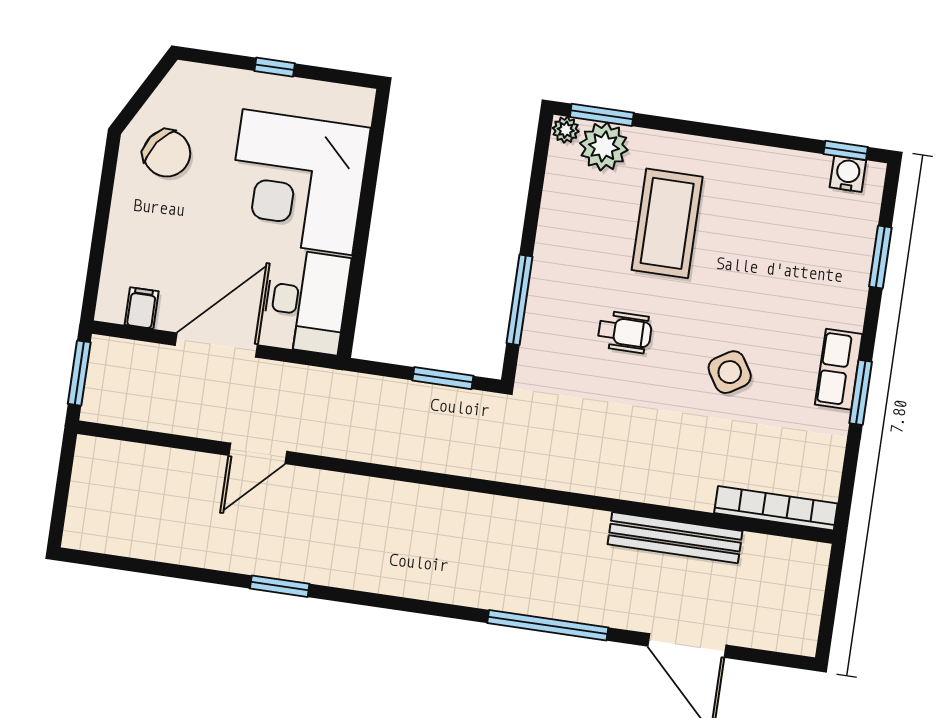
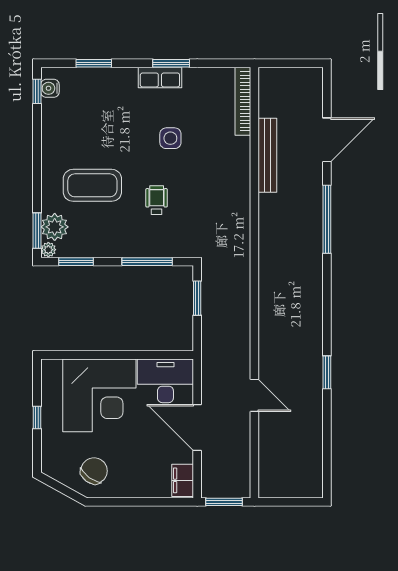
window: (538, 175) -> (76, 262), added
filing cabinet: (142, 308) -> (183, 480), width x2.00
side table: (730, 372) -> (170, 138), turned 32

